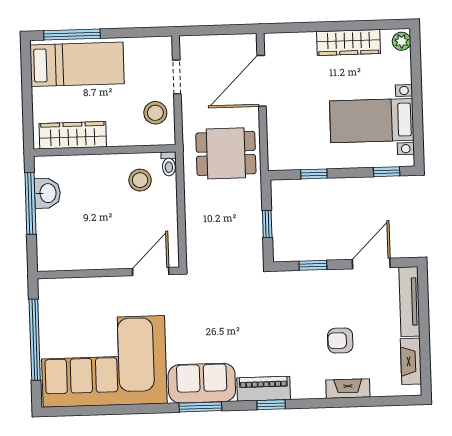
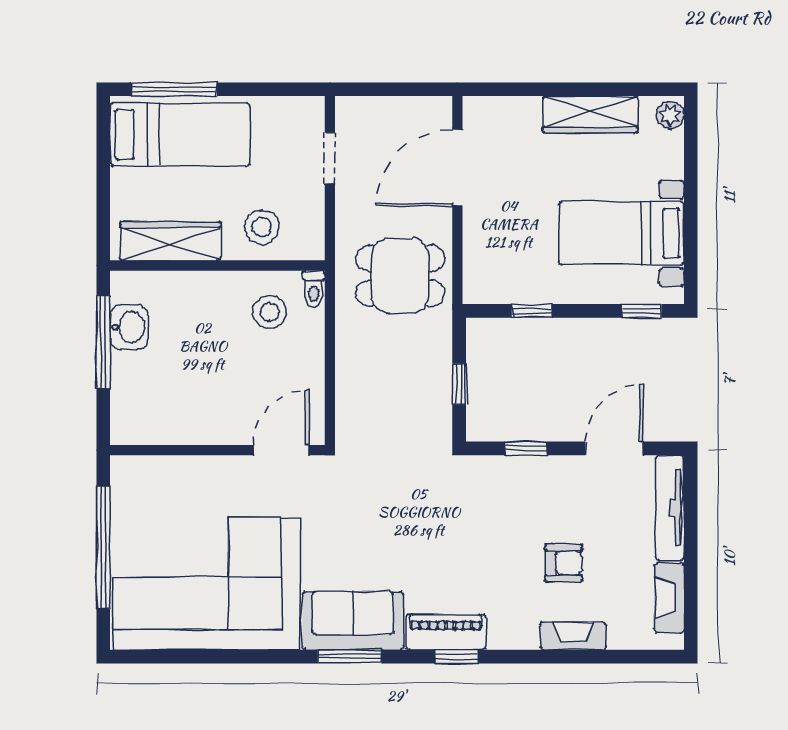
stool: (155, 113) -> (262, 227), moved
armchair: (340, 340) -> (564, 563), turned 180

